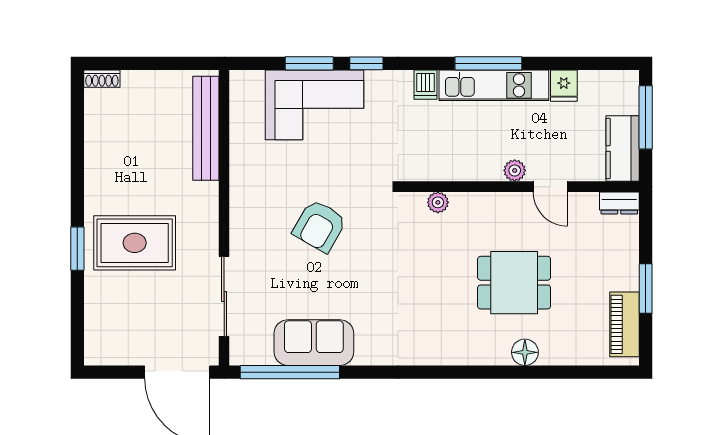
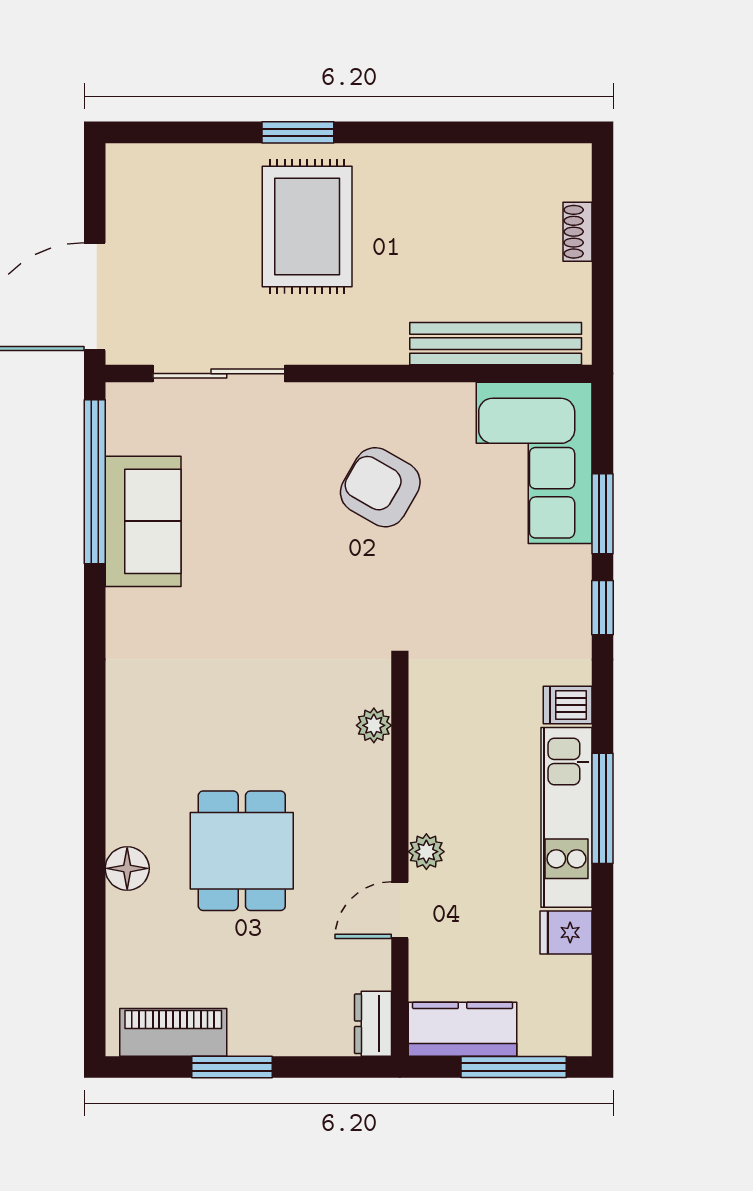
shoe rack: (102, 79) -> (577, 232), moved
corner sofa: (314, 105) -> (534, 463), moved
armchair: (320, 226) -> (380, 487), moved

